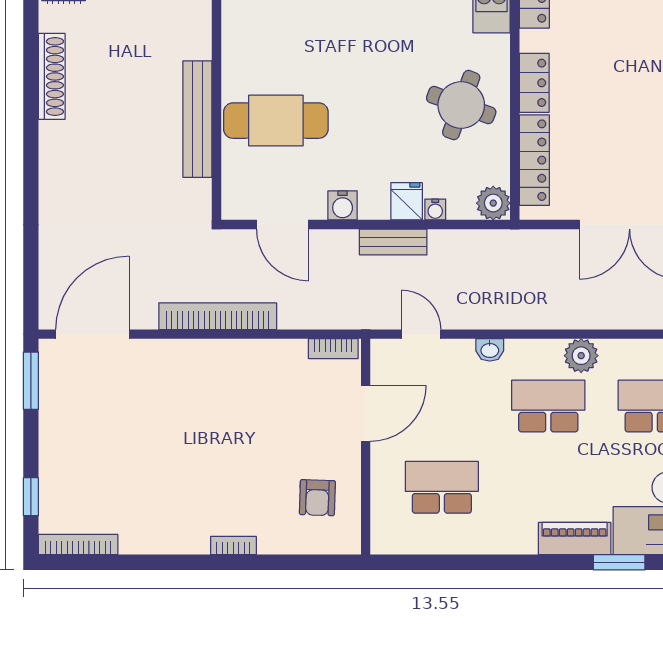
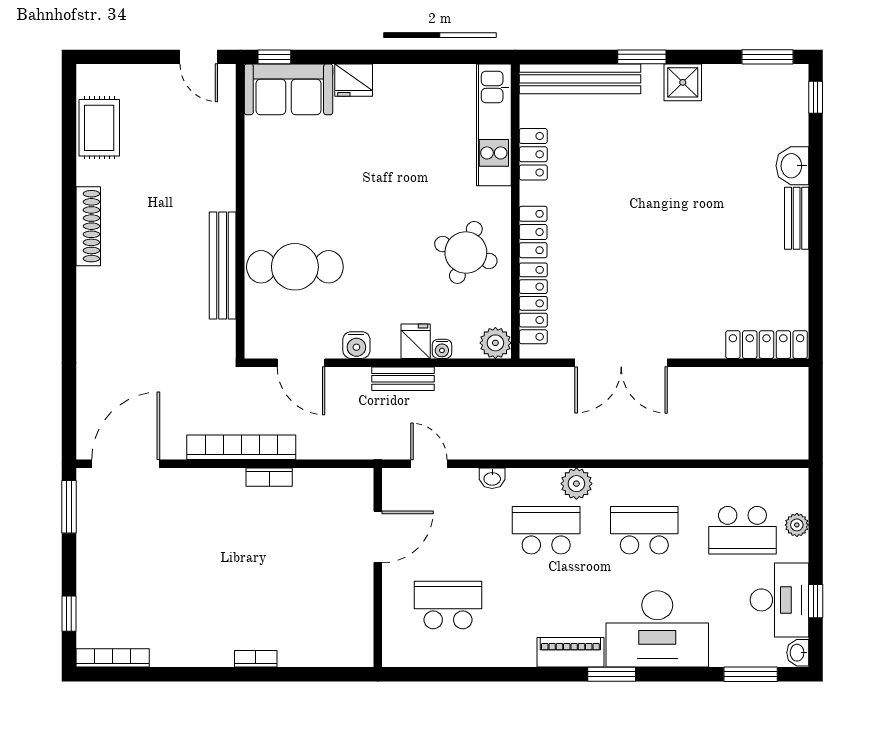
bookcase: (333, 349) -> (269, 477), moved
armchair: (317, 498) -> (333, 615), removed

